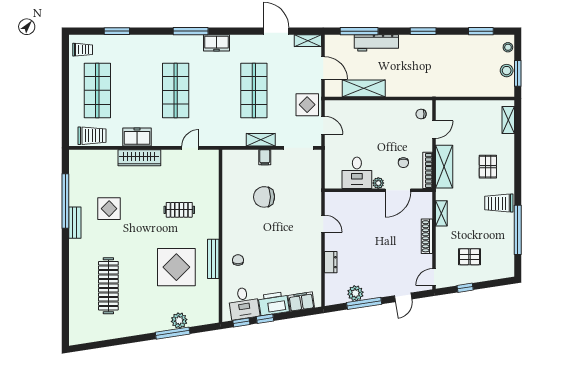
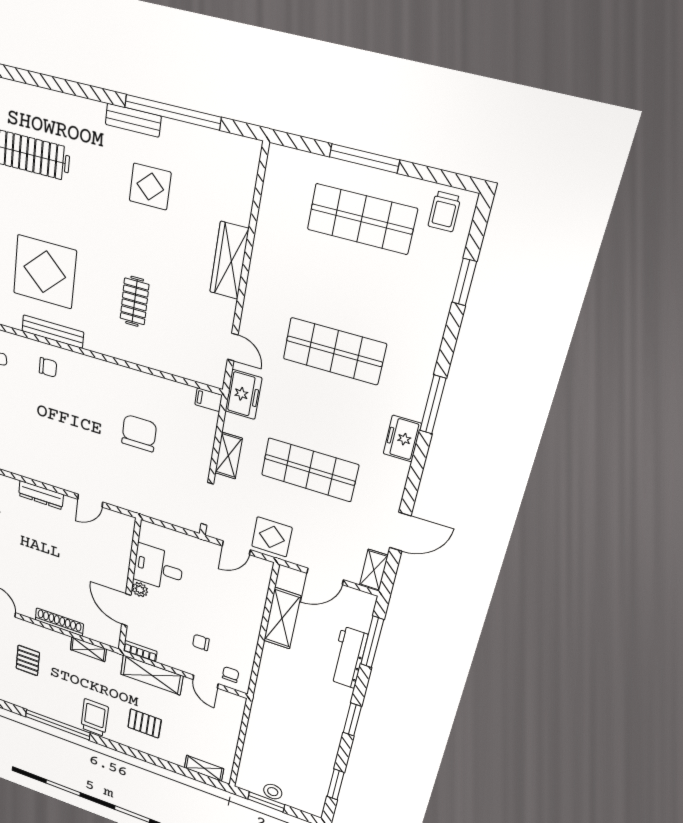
stool: (508, 47) -> (305, 805), removed
window: (65, 95) -> (364, 158), added
trolley: (92, 136) -> (281, 189), removed
freezer: (137, 137) -> (243, 394), moved
filing cabinet: (265, 157) -> (208, 400), moved
chair: (403, 163) -> (201, 642), moved
bookcase: (428, 170) -> (140, 651), width x0.64
dresser: (331, 262) -> (41, 495), width x1.44

